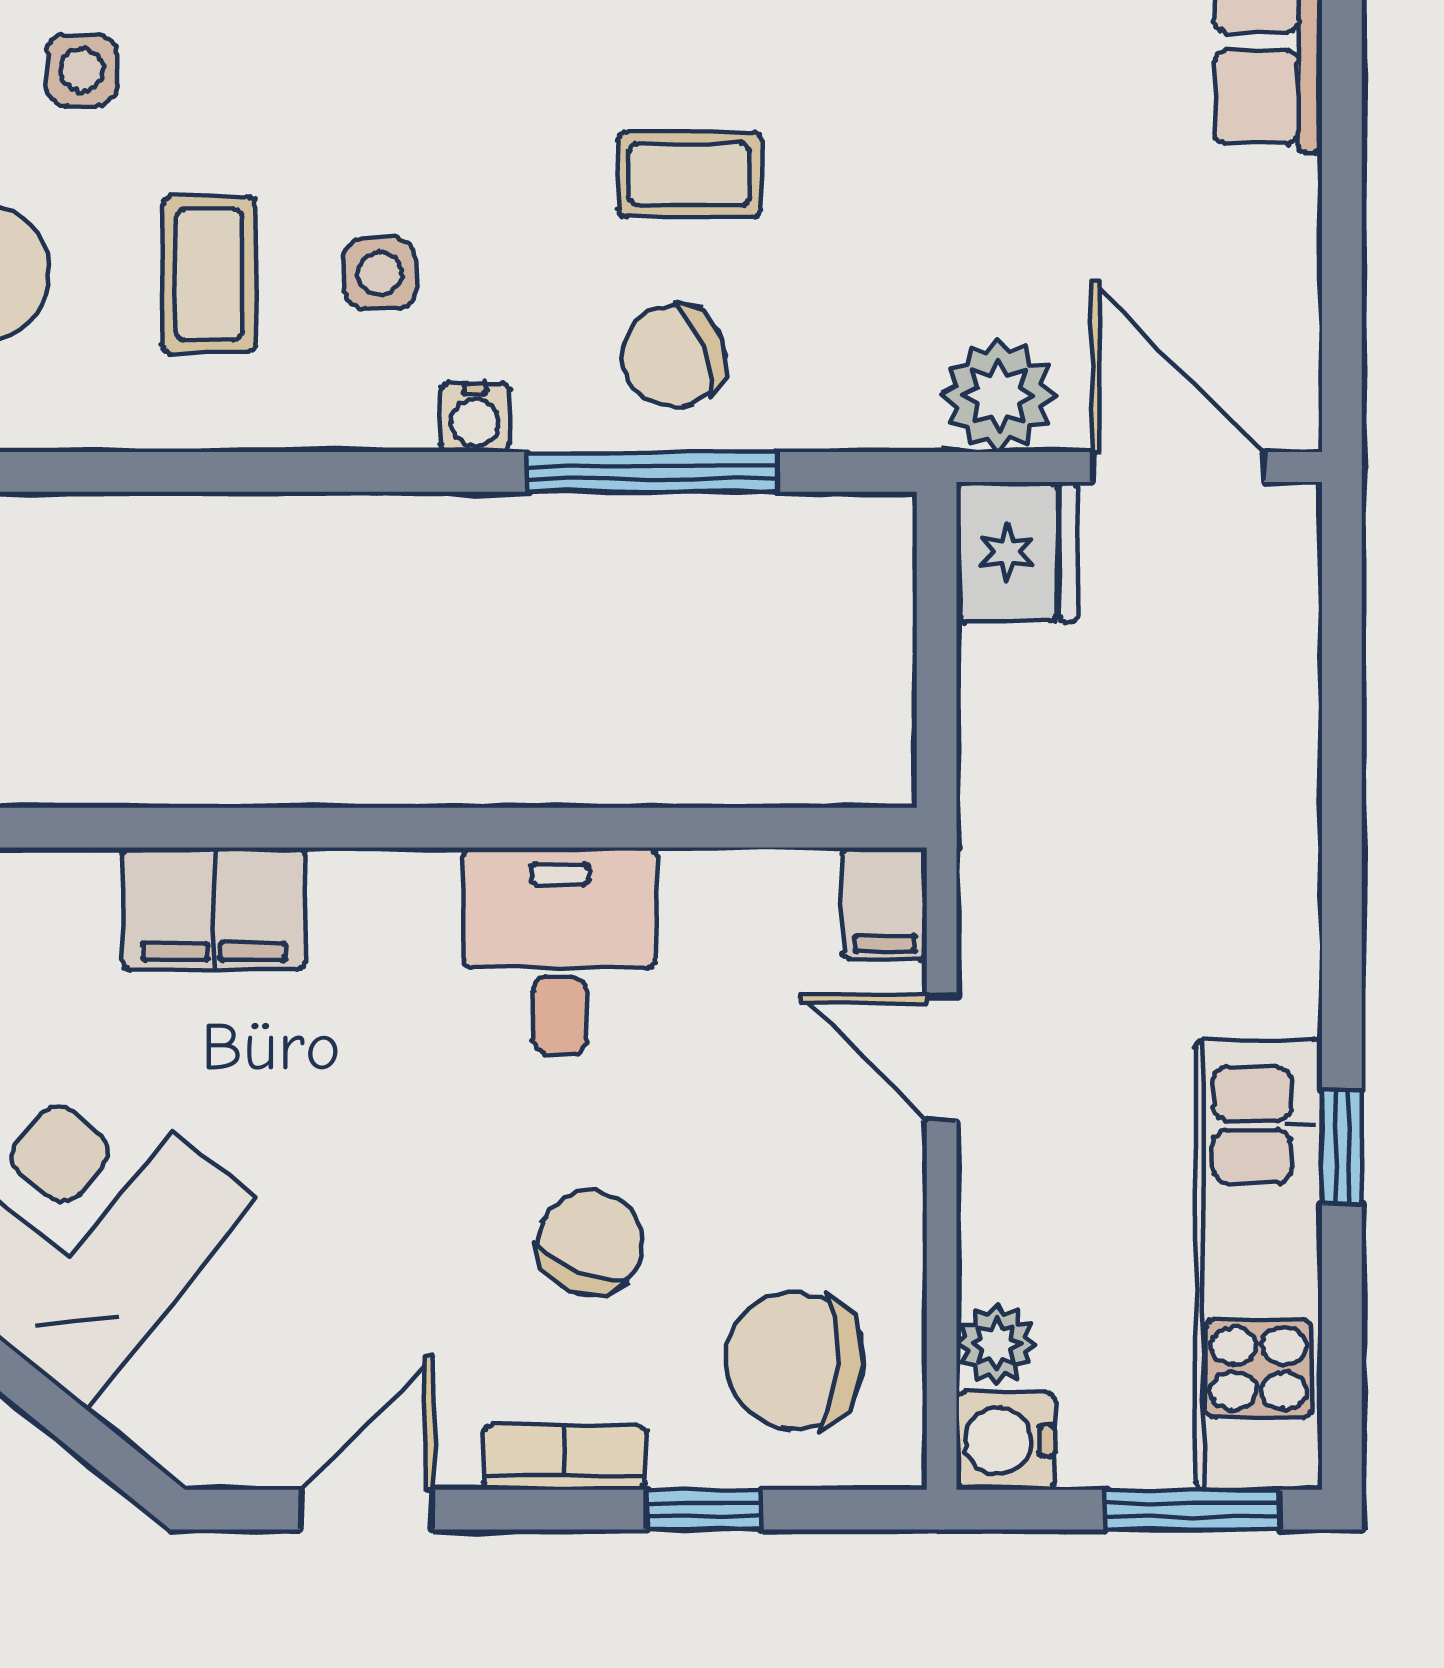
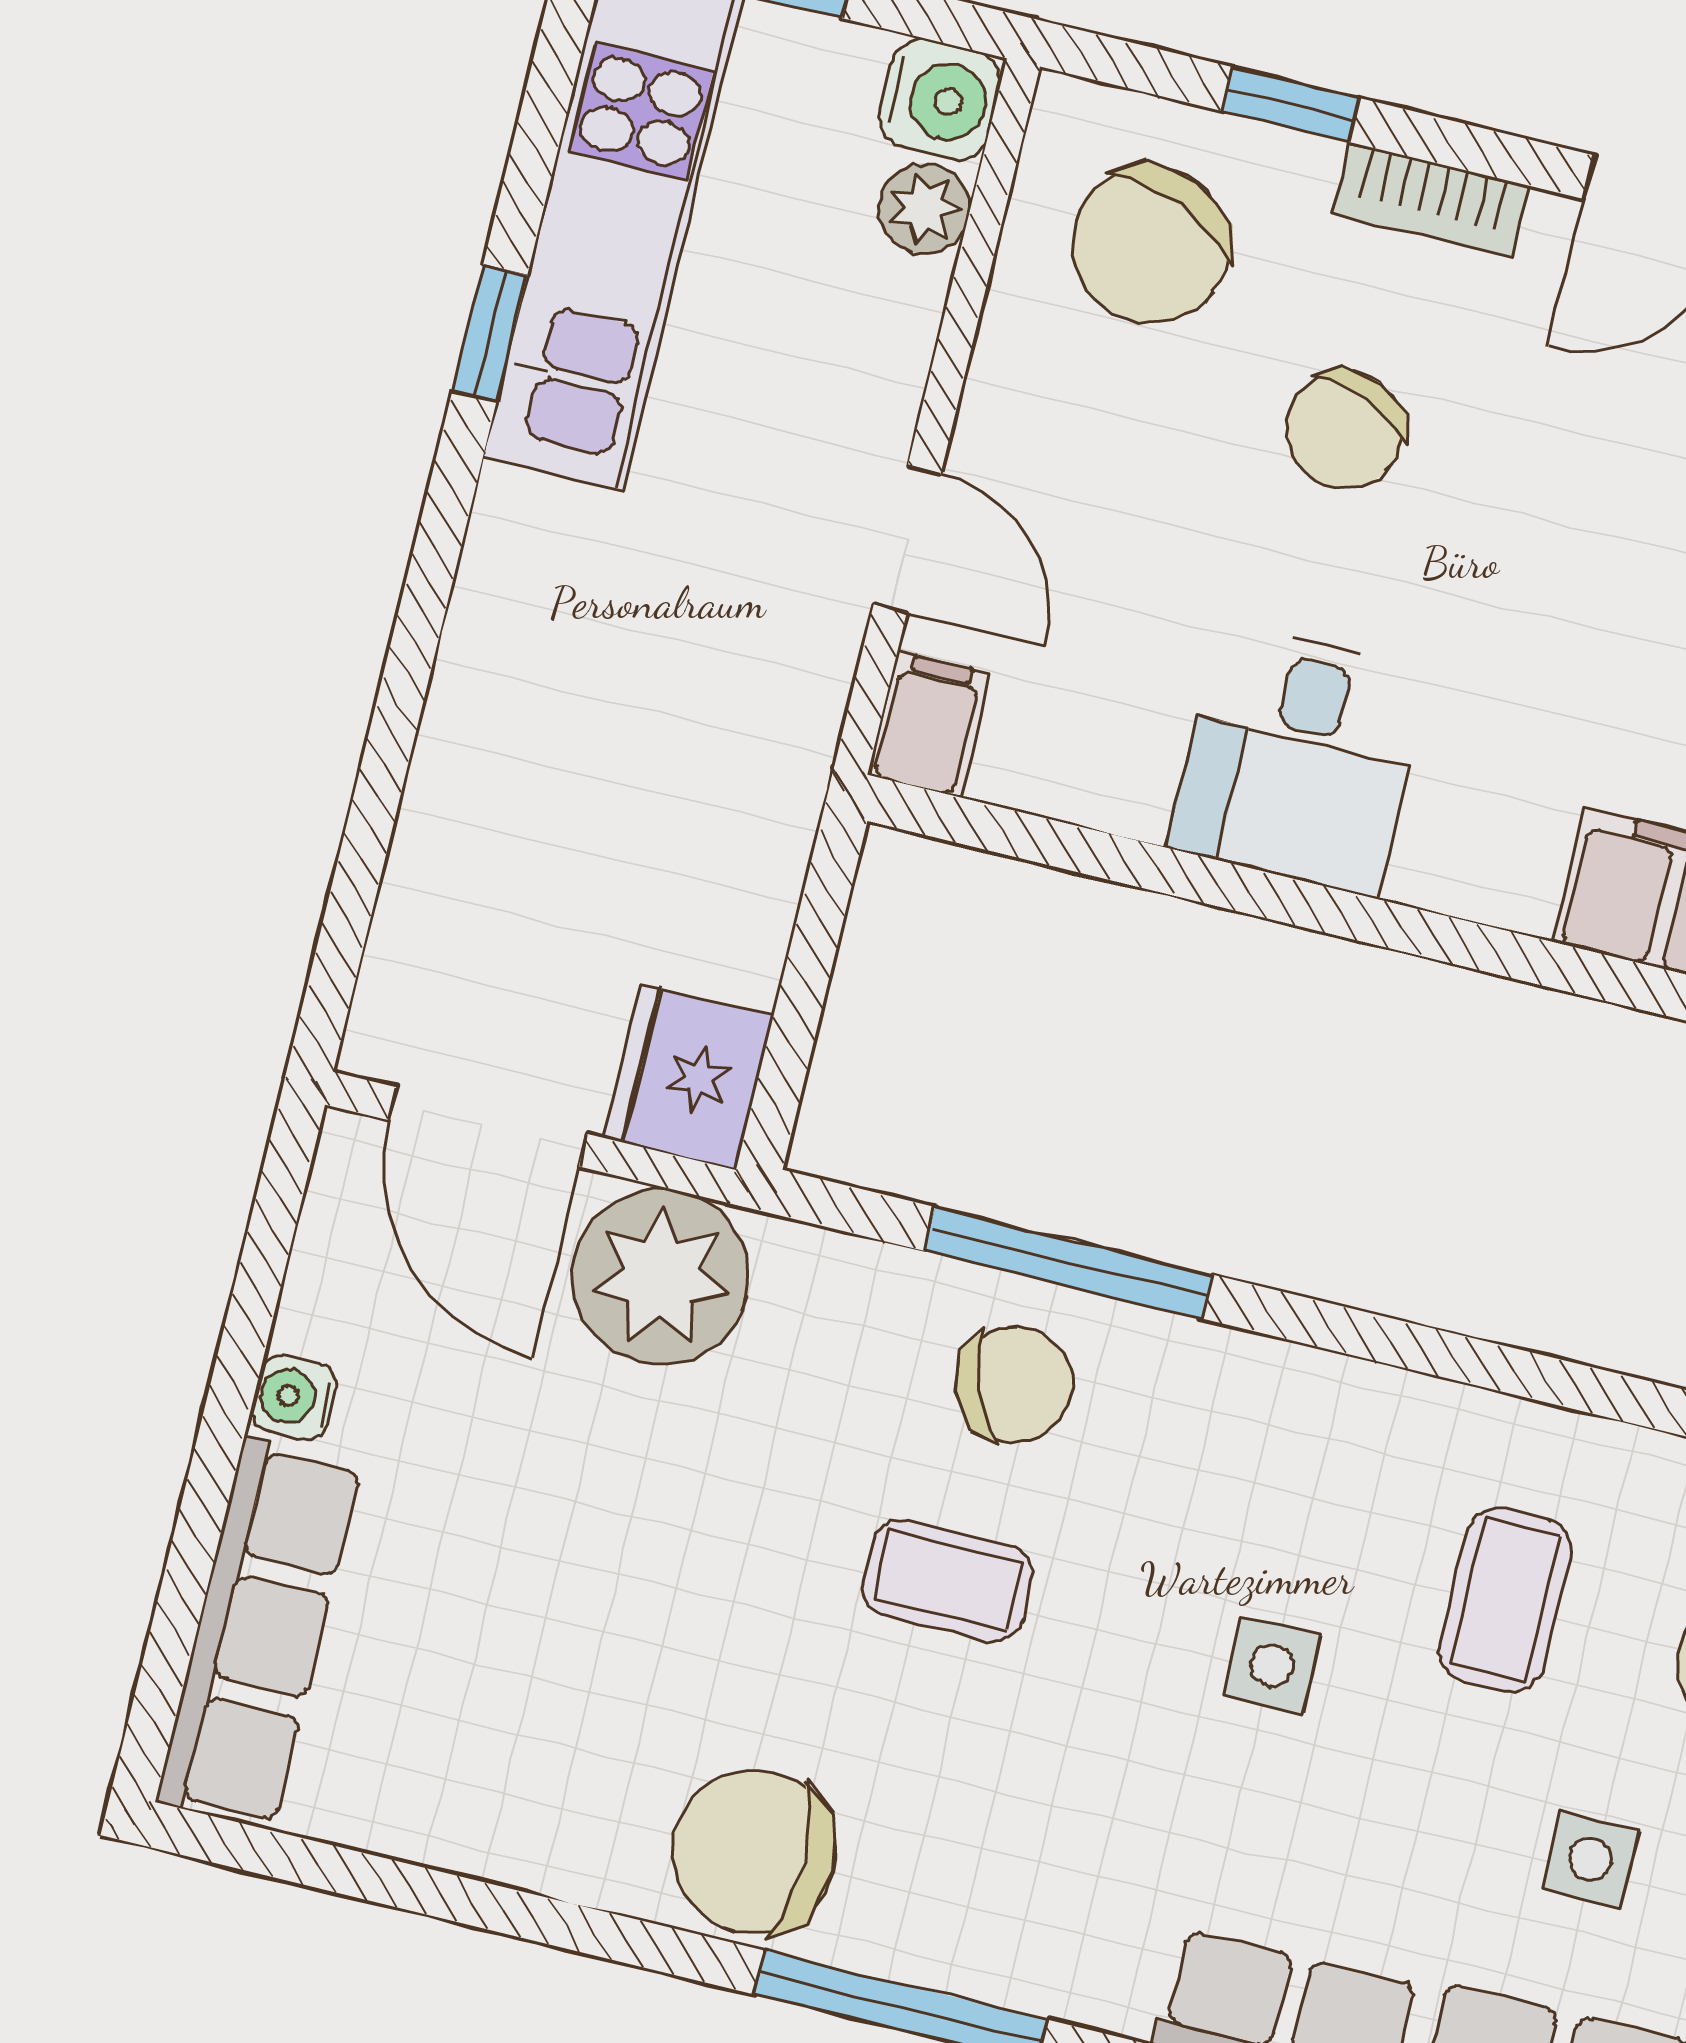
side table: (380, 273) -> (1272, 1665), moved
plant: (999, 395) -> (661, 1277), width x1.36, depth x1.36
water cooler: (475, 417) -> (294, 1397), moved, turned -90
chair: (795, 1360) -> (1150, 245), turned 109

